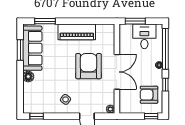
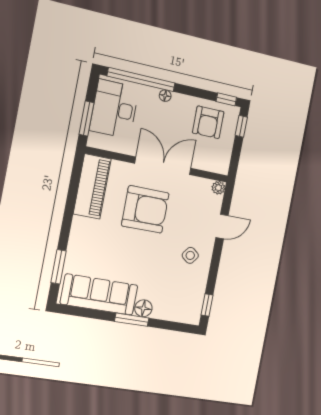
piano: (77, 32) -> (92, 186), moved
desk: (144, 36) -> (114, 109), width x1.37
window: (20, 50) -> (132, 320), moved
armchair: (88, 66) -> (145, 209), turned 180
window: (165, 85) -> (226, 99), moved

